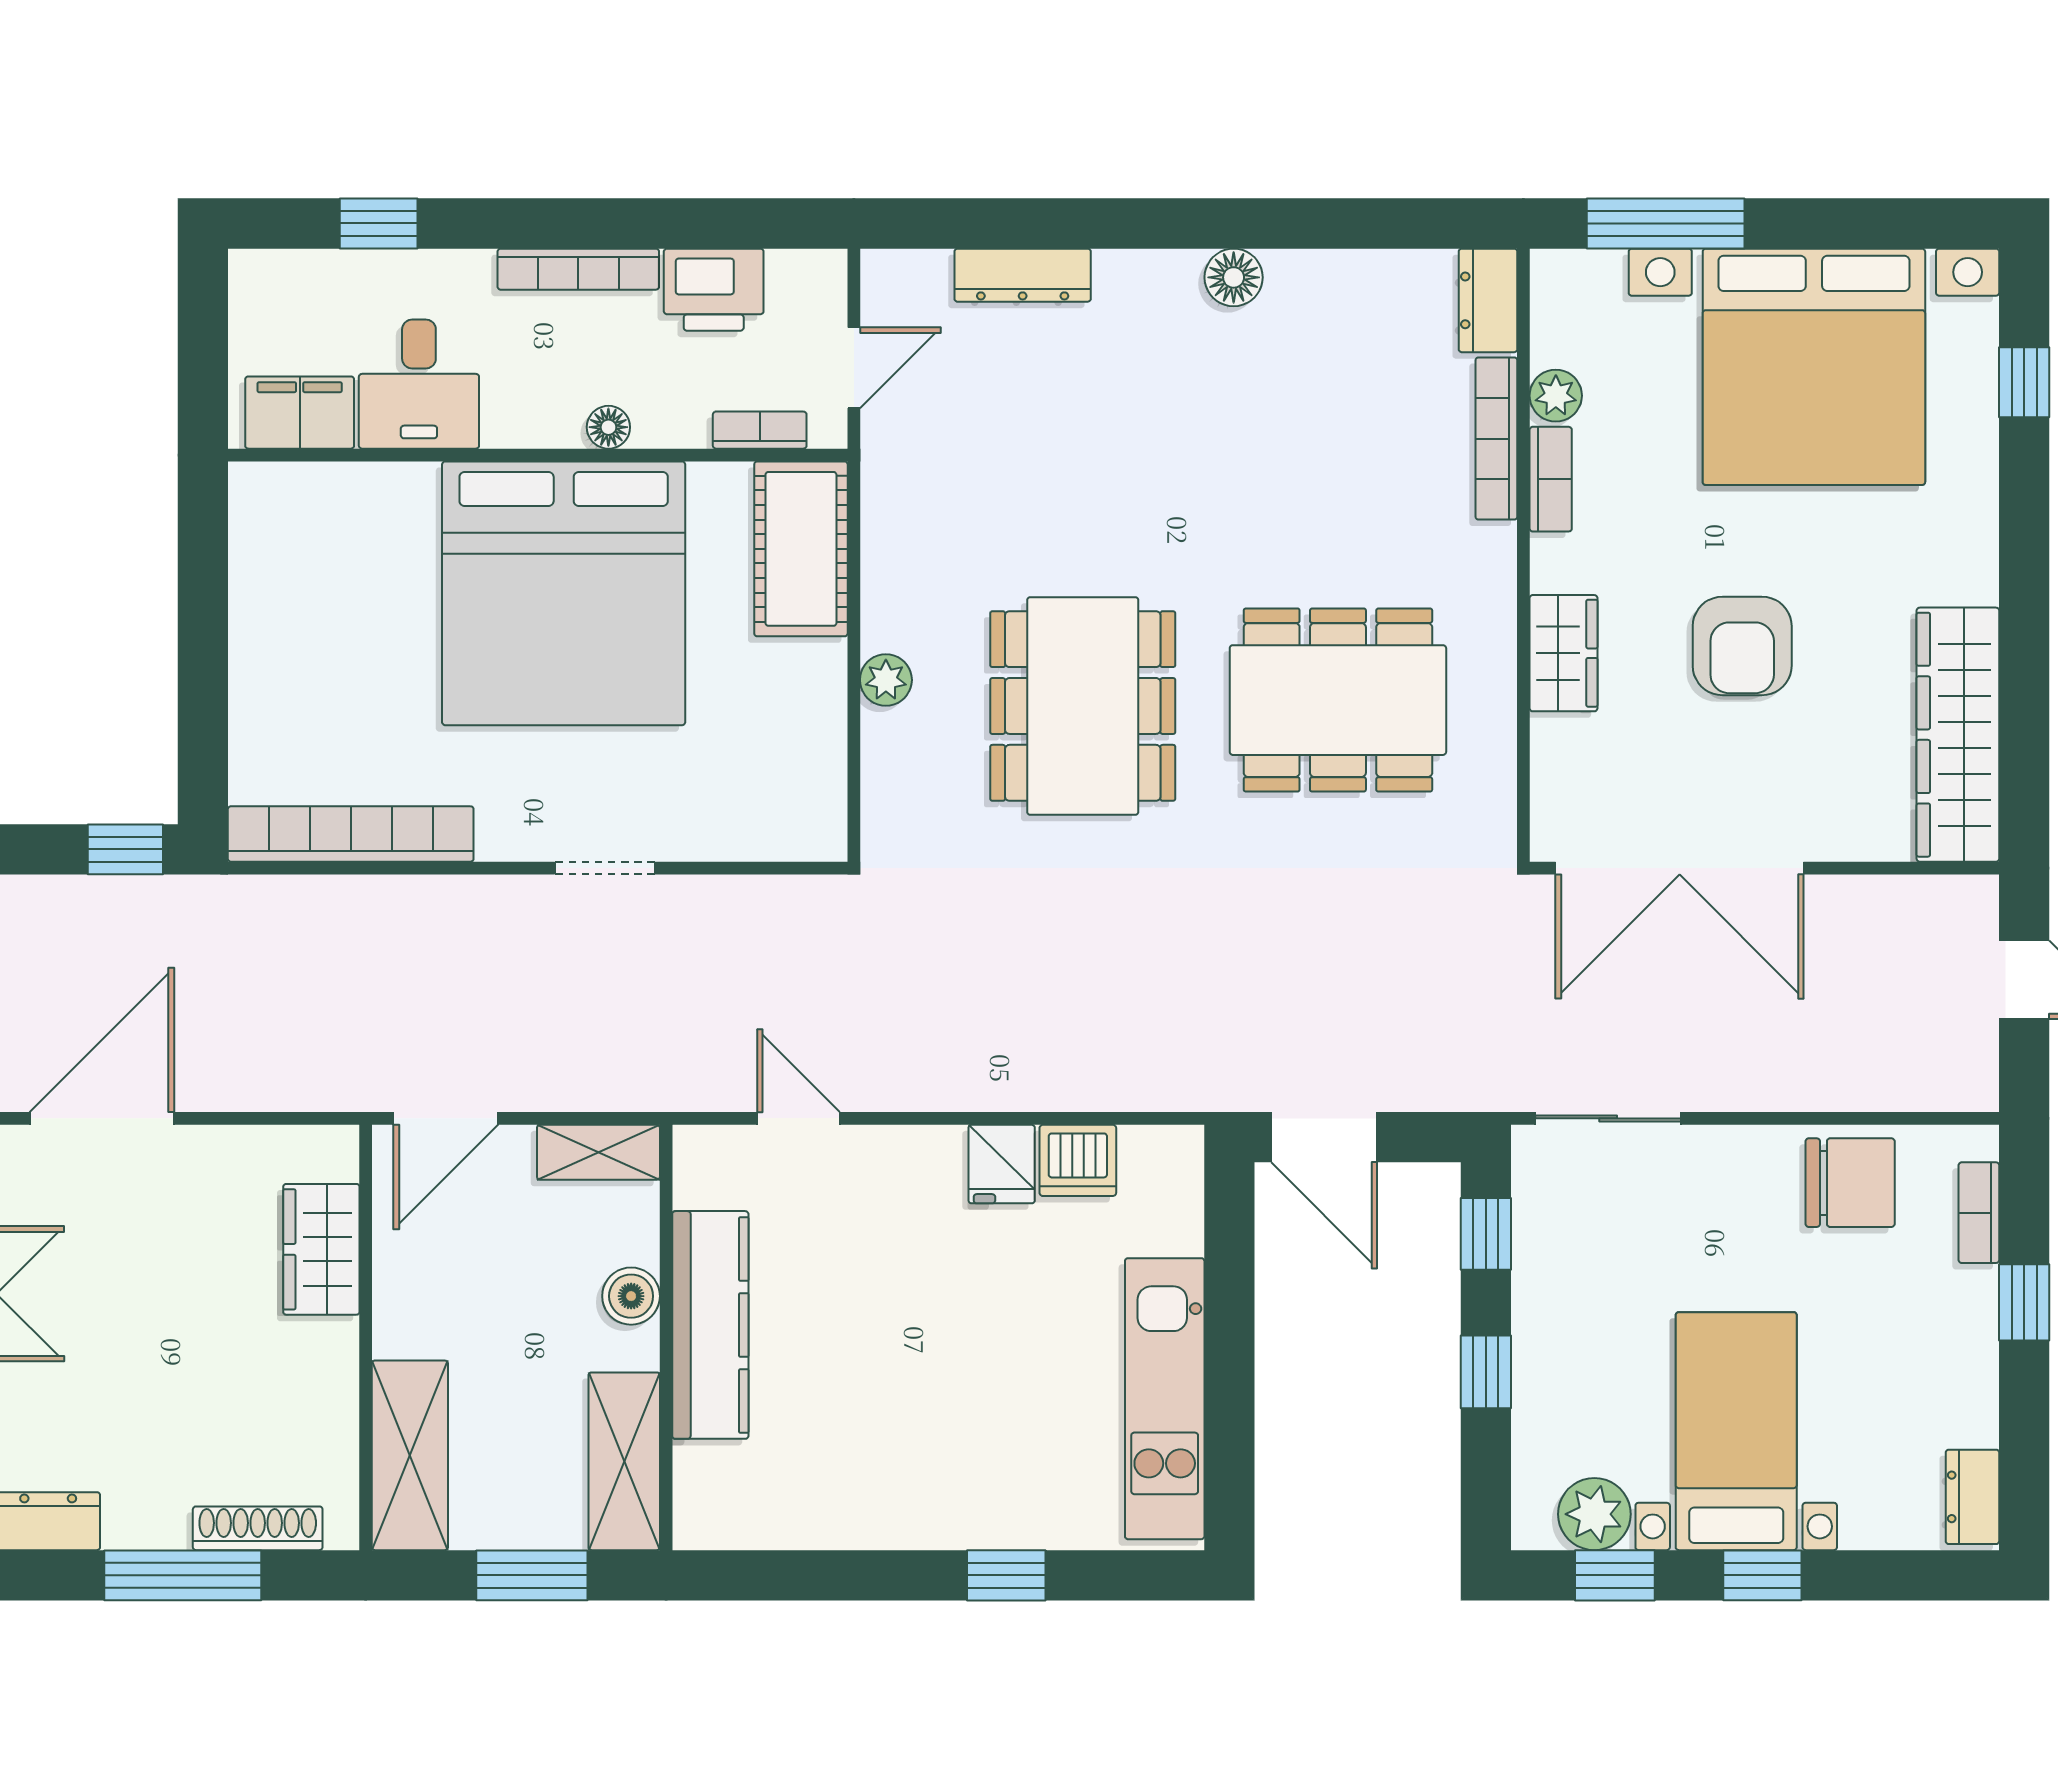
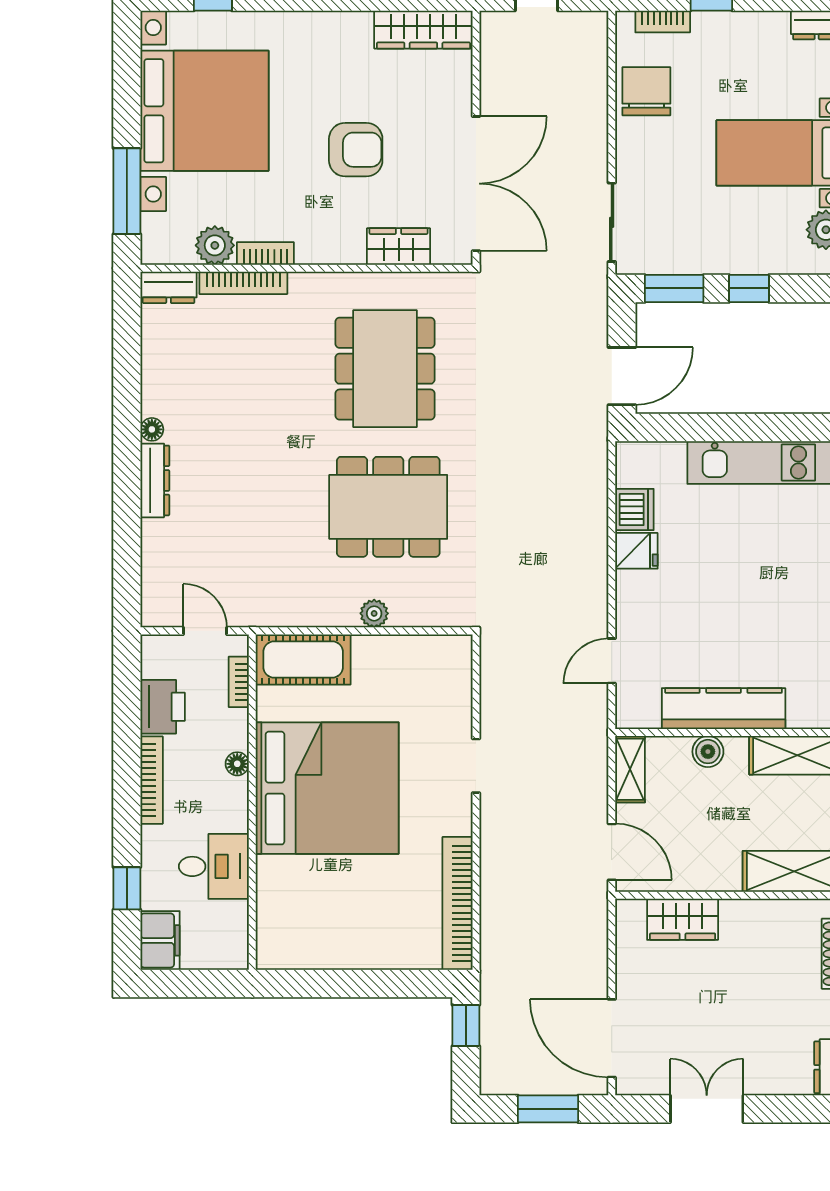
dresser: (1023, 275) -> (155, 480), moved
floor lamp: (1234, 277) -> (152, 429), width x0.73, depth x0.73
plant: (1556, 396) -> (215, 245), width x1.38, depth x1.38
filing cabinet: (300, 413) -> (160, 940), moved, turned 180
wardrobe: (1563, 653) -> (399, 246), moved
wardrobe: (1958, 735) -> (423, 30), width x0.71, depth x0.85
window: (1486, 1234) -> (674, 288), width x1.50

